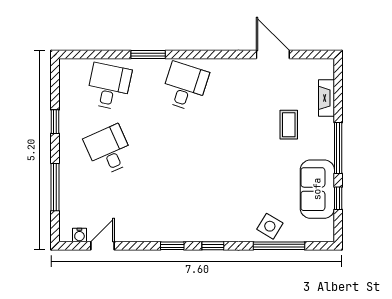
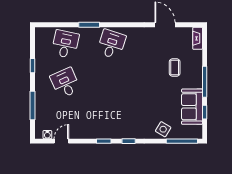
fireplace: (326, 98) -> (198, 38), moved
window: (279, 246) -> (182, 141), moved

